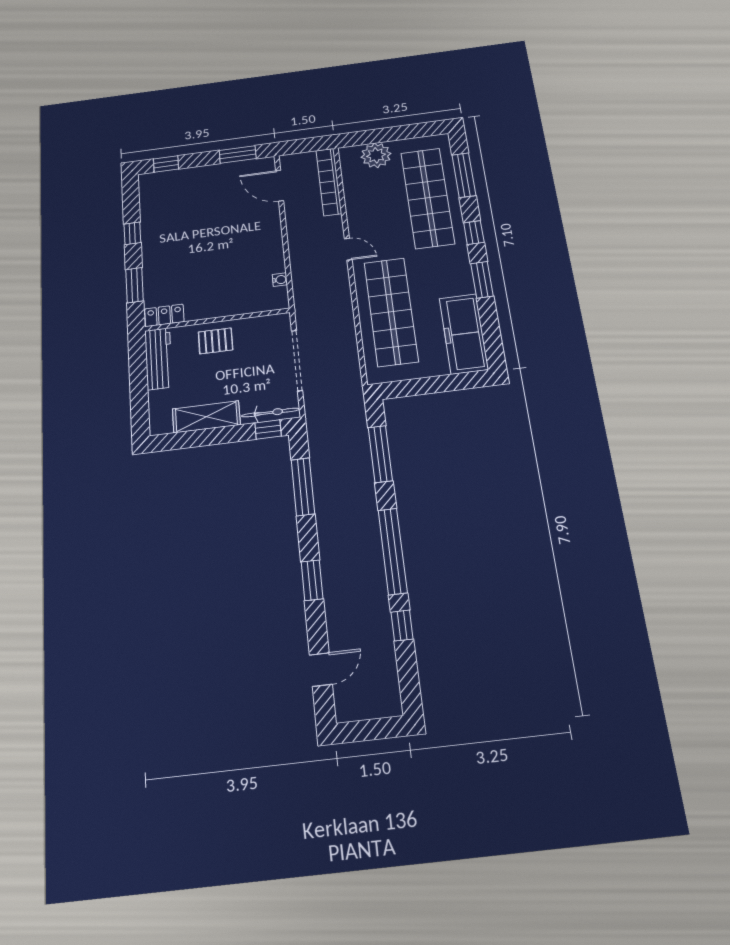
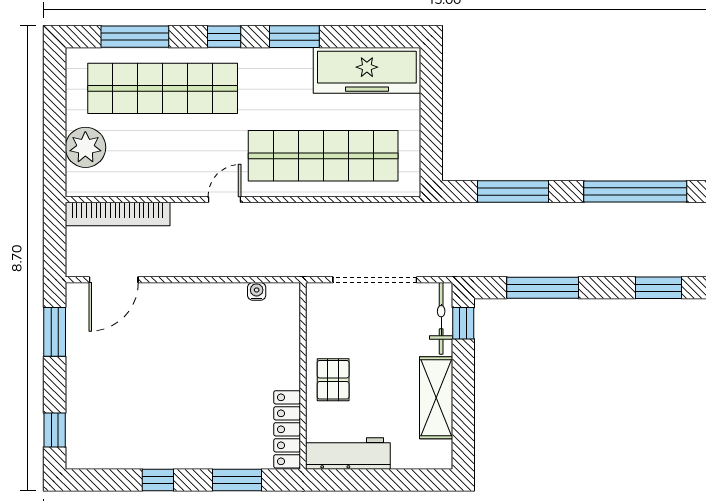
locker: (164, 315) -> (287, 429), width x1.53

